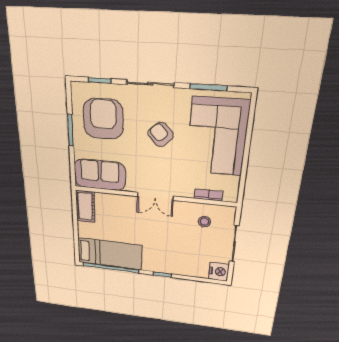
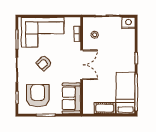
armchair: (103, 119) -> (38, 96), turned 90
double door: (155, 196) -> (82, 65), width x1.37
cot: (85, 206) -> (105, 108), moved

